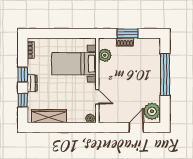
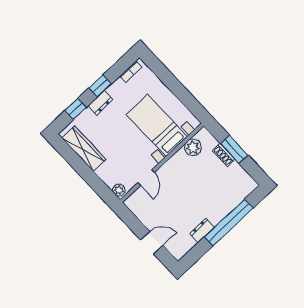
dresser: (155, 93) -> (202, 230), added
plant: (152, 111) -> (182, 243), removed

